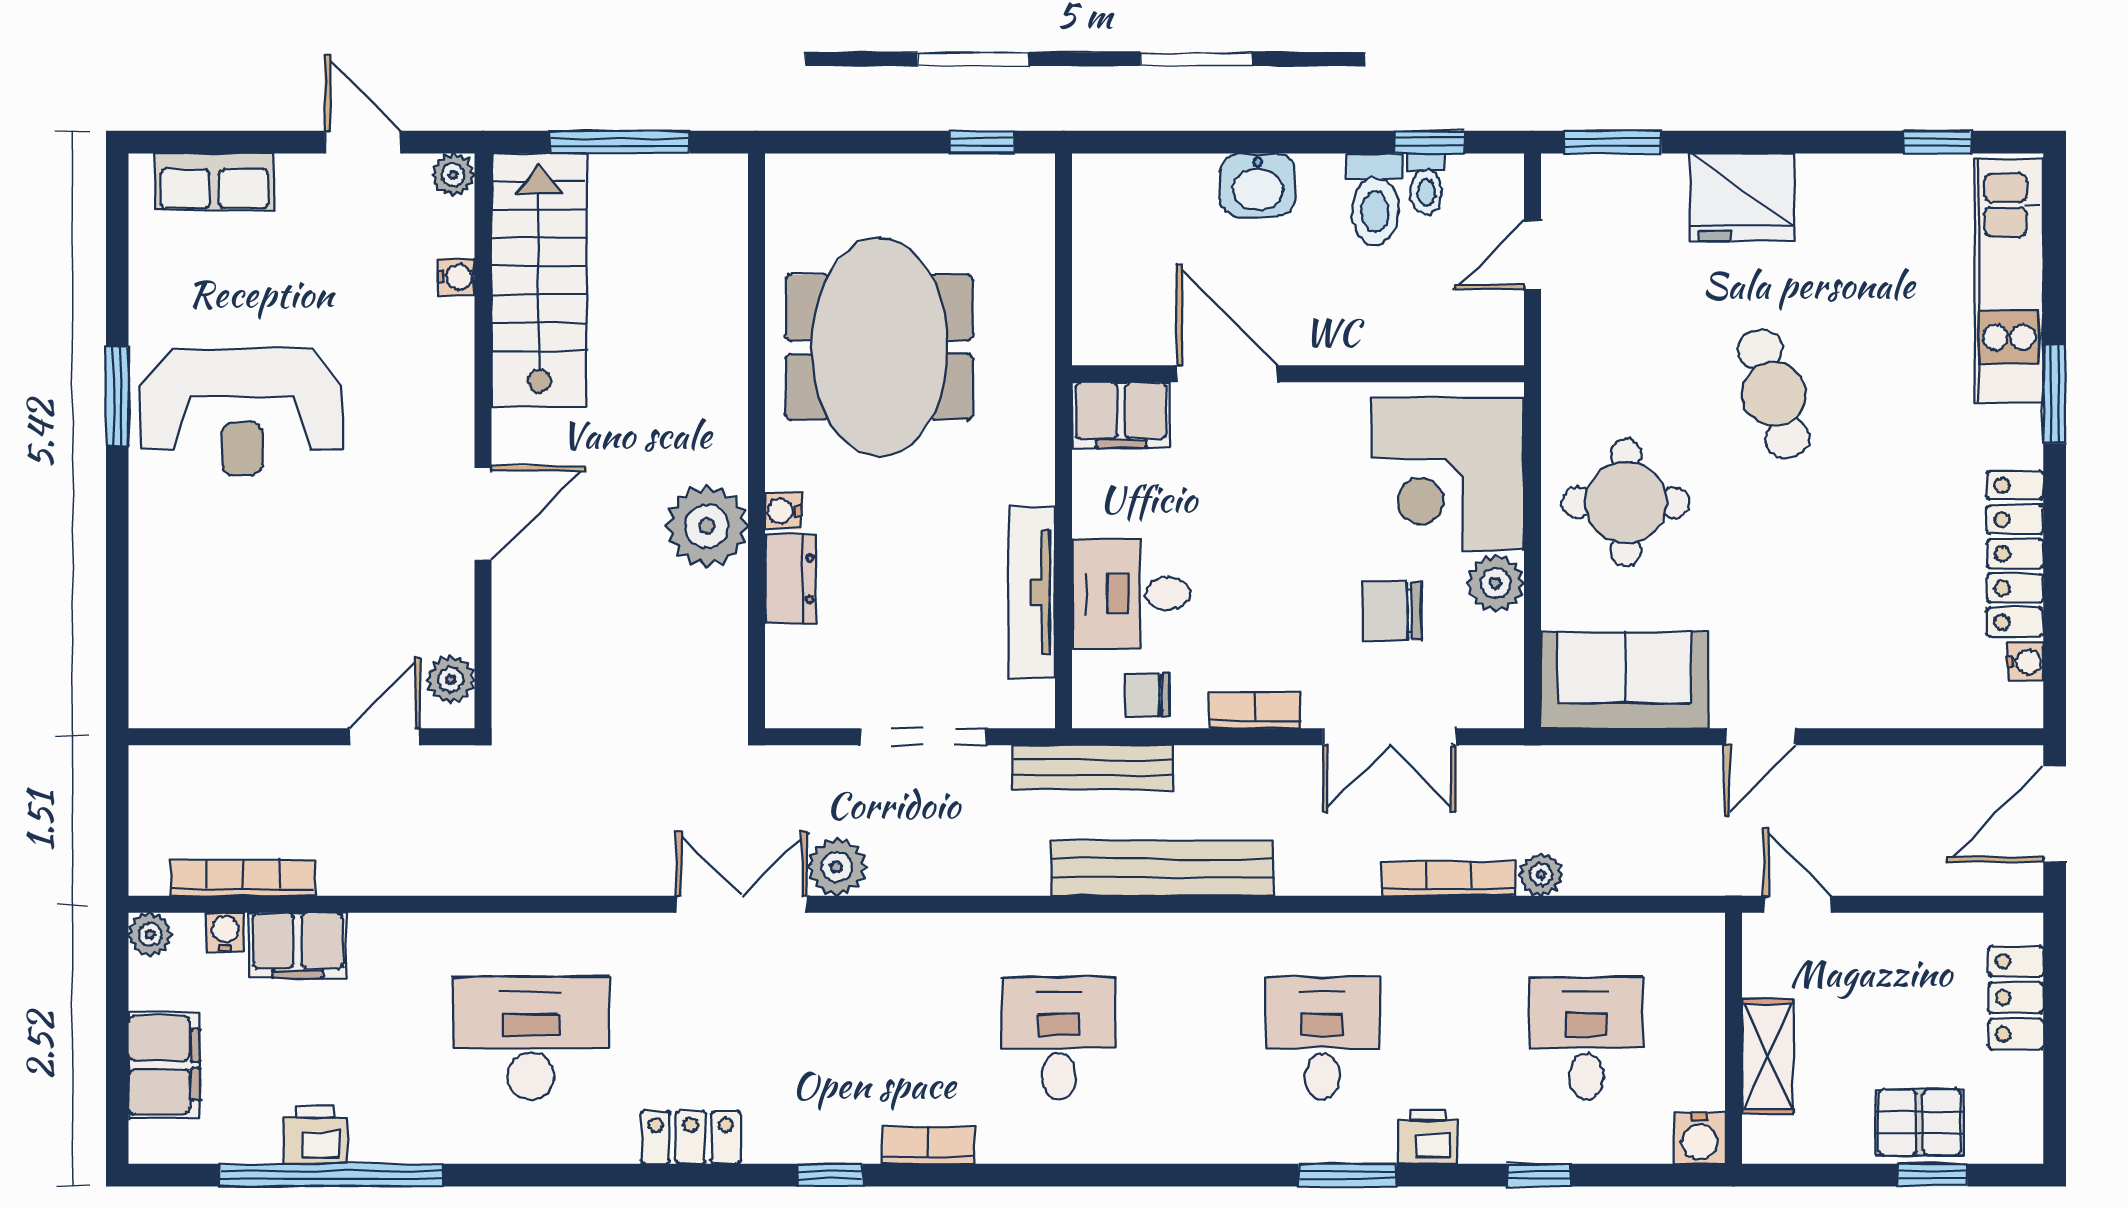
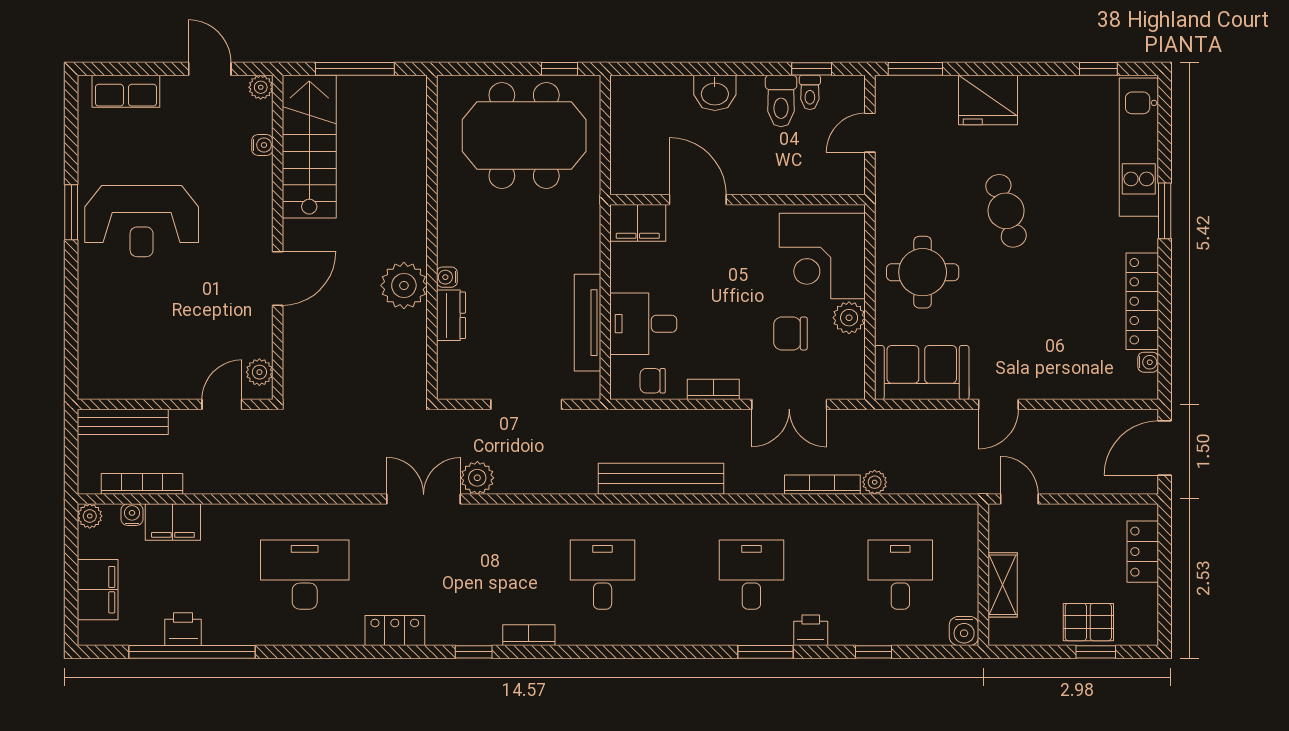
meeting table: (879, 347) -> (524, 135), moved, turned 90
bench: (1093, 768) -> (123, 422), moved

